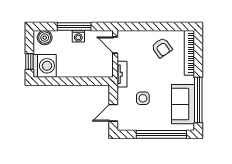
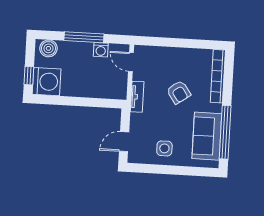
washing machine: (78, 36) -> (101, 50), moved
armchair: (162, 48) -> (179, 92), moved
side table: (143, 98) -> (164, 148), moved
window: (161, 134) -> (179, 170), removed

